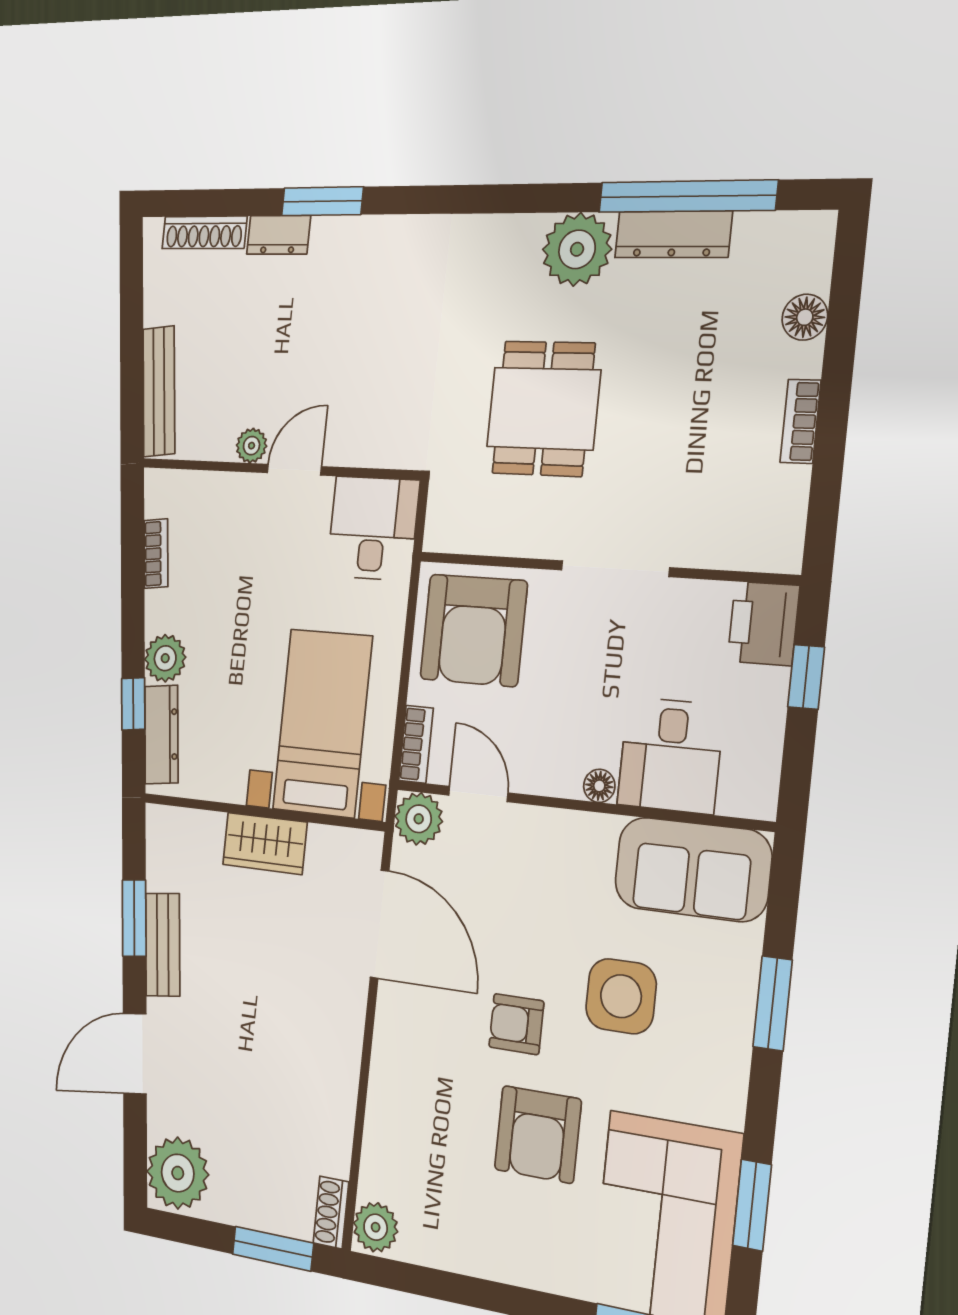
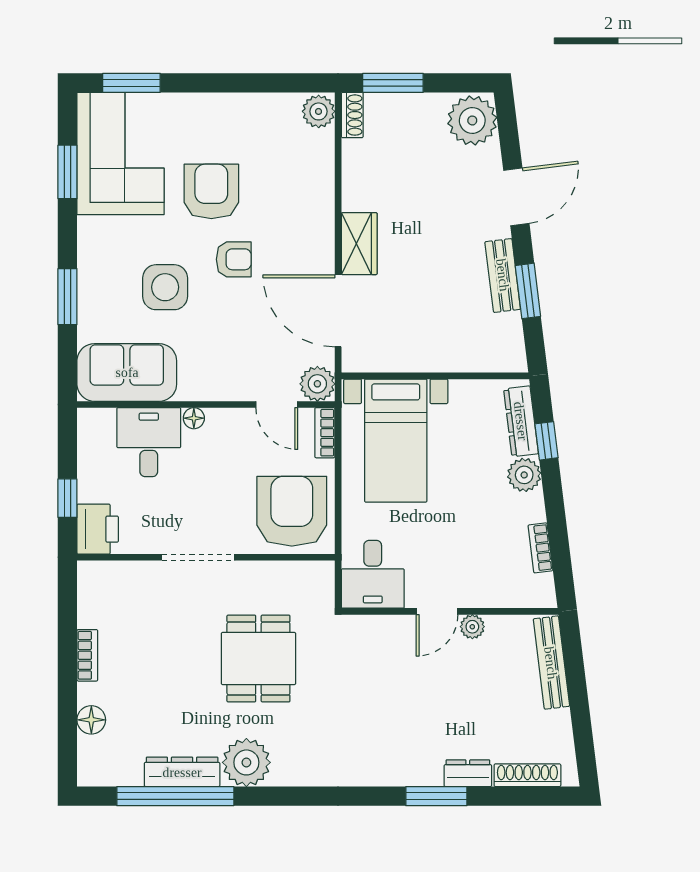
wardrobe: (265, 843) -> (359, 244), moved, turned 90

